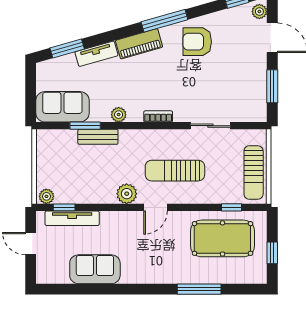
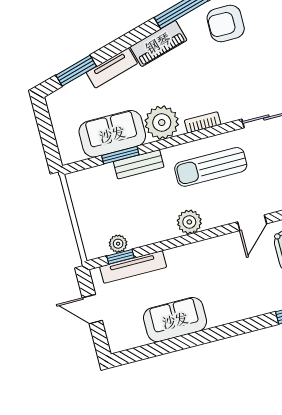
sofa: (62, 107) -> (112, 134), moved
plant: (119, 115) -> (162, 123), width x1.88, depth x1.88
sun lounger: (175, 171) -> (211, 167), moved
plant: (46, 196) -> (118, 244), moved
door: (155, 207) -> (252, 223), moved

